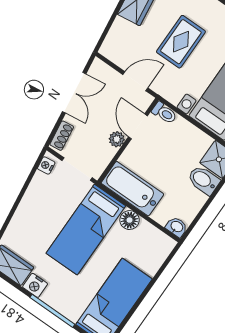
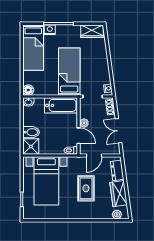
dresser: (117, 36) -> (117, 170), added
floor lamp: (129, 220) -> (28, 90), moved
nightstand: (35, 285) -> (50, 30), moved

